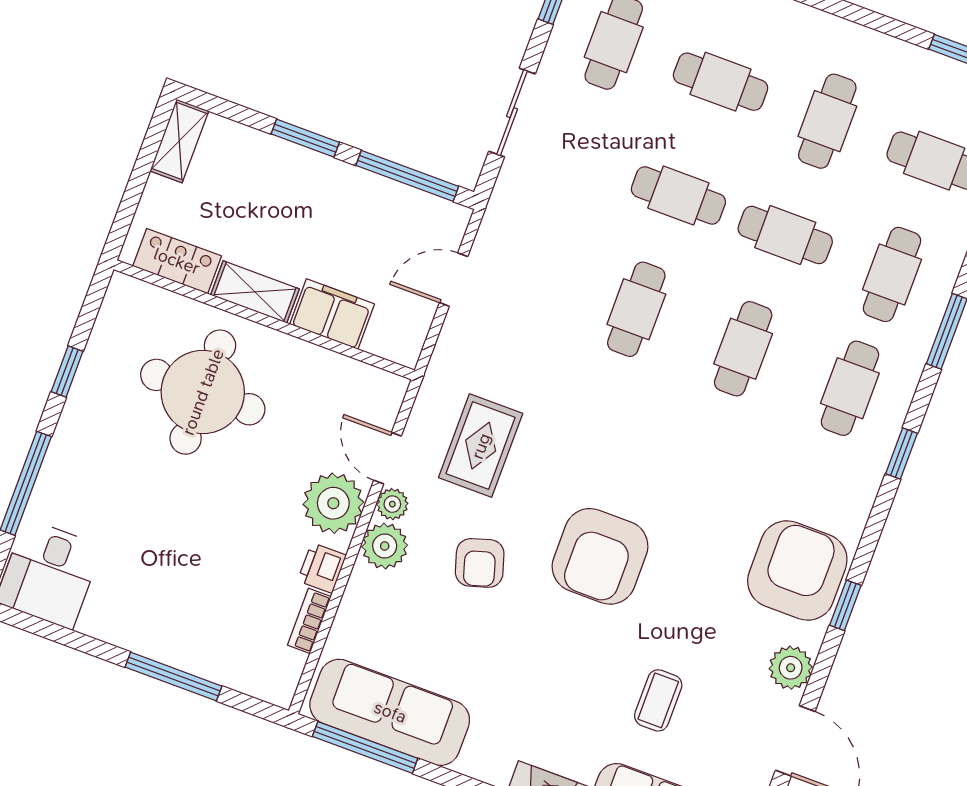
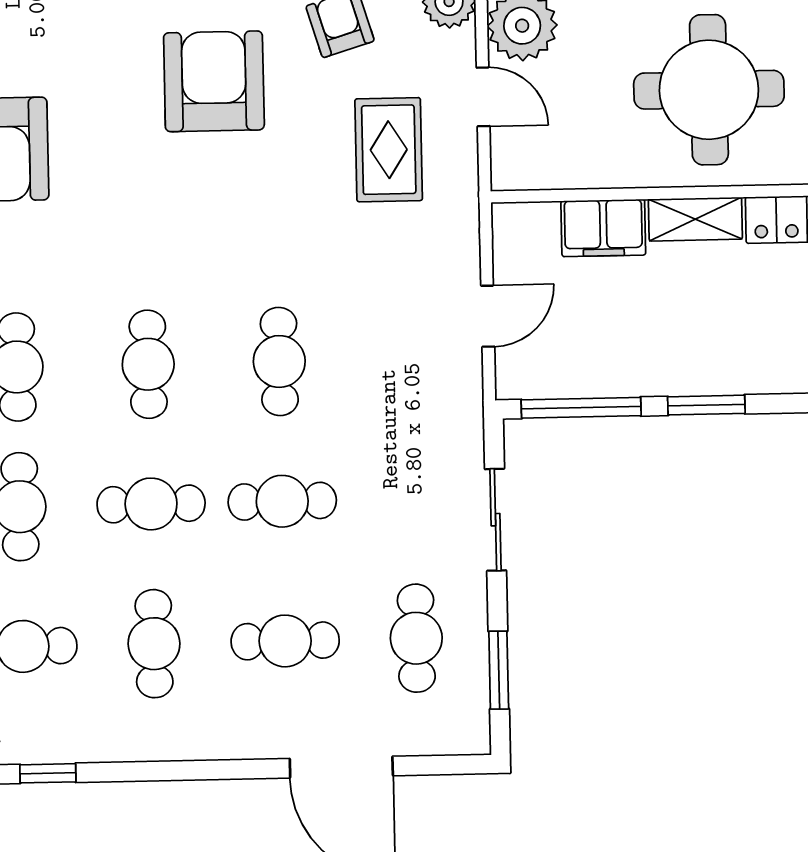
plant: (392, 504) -> (459, 50), removed

